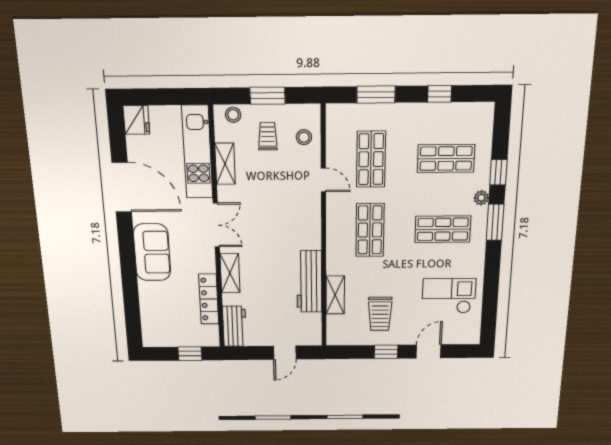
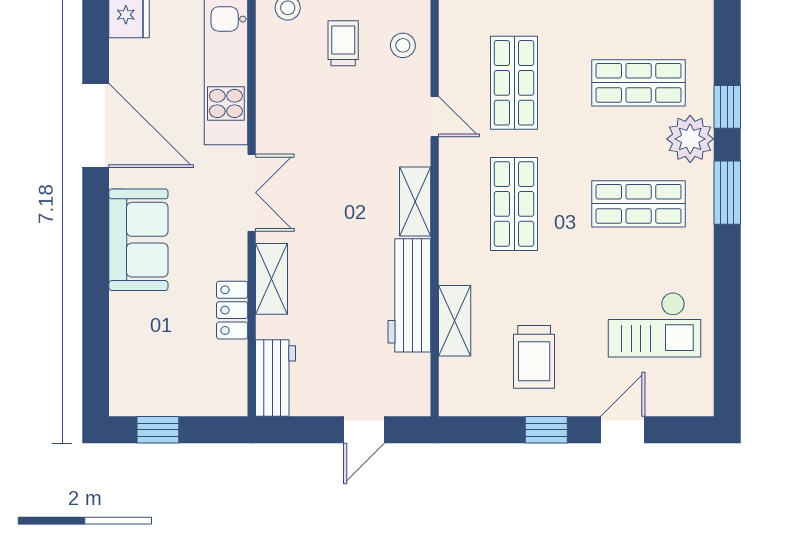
shelving: (225, 164) -> (415, 201), moved
plant: (481, 198) -> (690, 139), width x1.87, depth x1.87
checkout: (449, 296) -> (654, 325), turned 180
locker: (209, 299) -> (232, 310), width x0.66
window: (190, 354) -> (158, 430), moved

